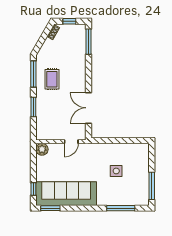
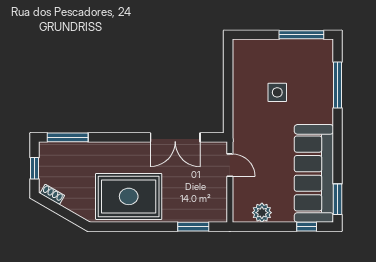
window: (33, 74) -> (120, 227), removed
rug: (52, 79) -> (129, 196), width x1.86, depth x2.06
window: (33, 107) -> (193, 227), moved
plant: (42, 149) -> (262, 213), moved

